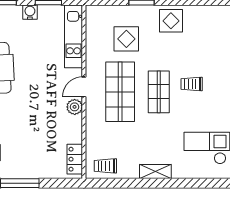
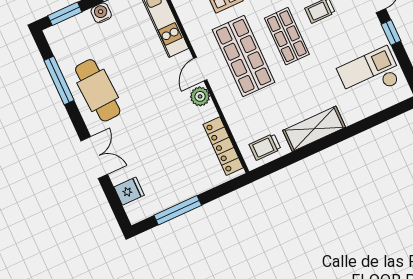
locker: (75, 159) -> (223, 146), width x1.53
shelving: (155, 172) -> (314, 129), width x1.50, depth x1.33

